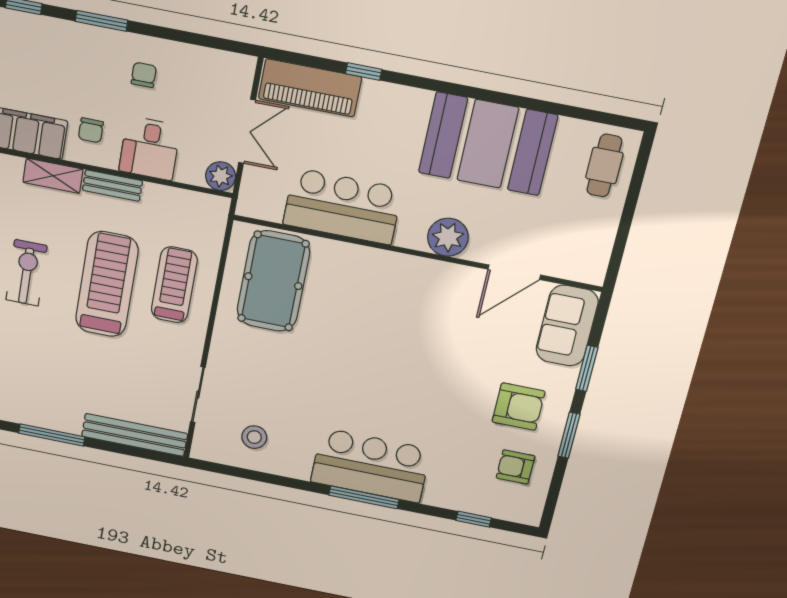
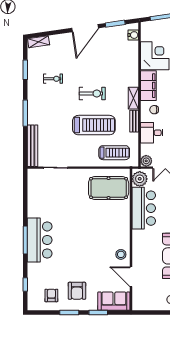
plant: (448, 237) -> (140, 179), moved
treadmill: (174, 285) -> (114, 153), moved
stool: (254, 437) -> (121, 254), moved

